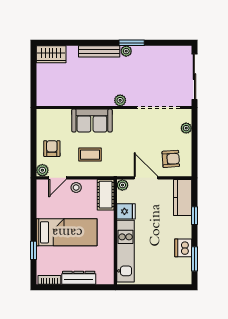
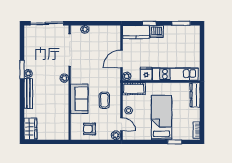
armchair: (52, 149) -> (90, 129), moved
armchair: (171, 159) -> (108, 41), removed
dishwasher: (183, 248) -> (157, 32), moved
dresser: (79, 278) -> (195, 95), moved

